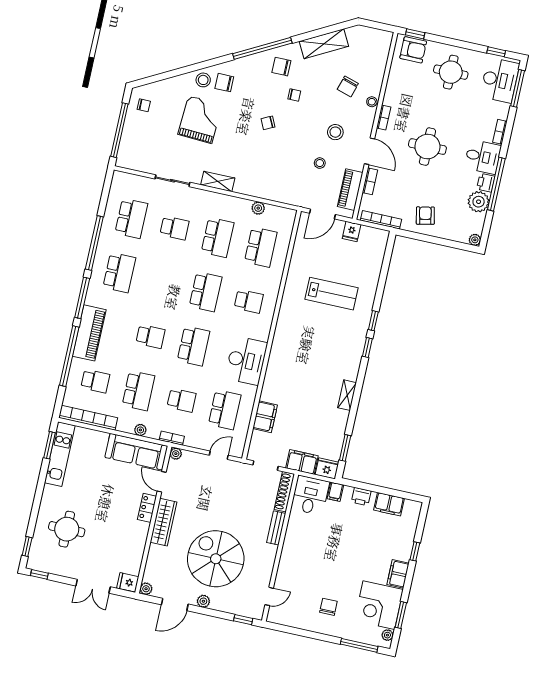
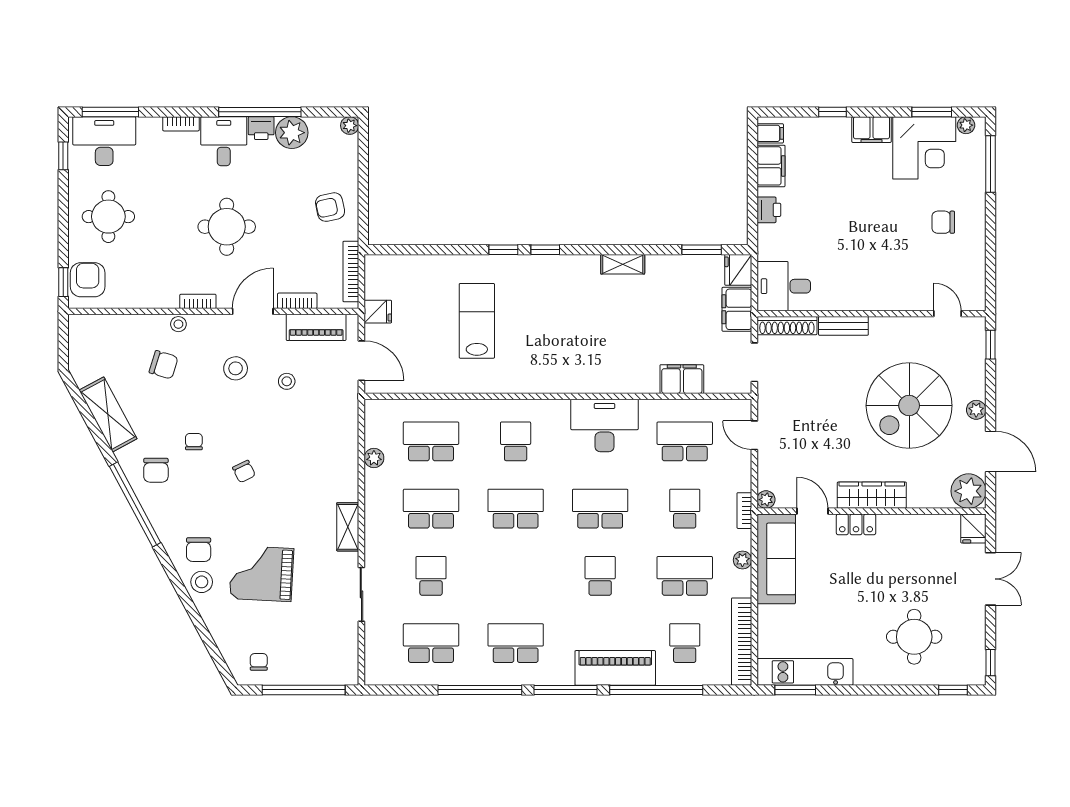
door: (162, 482) -> (813, 511), swing flipped
filing cabinet: (335, 492) -> (770, 133), moved
plant: (146, 589) -> (969, 491), width x1.87, depth x1.87

